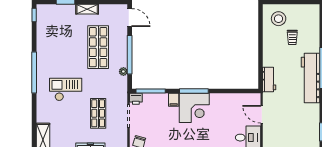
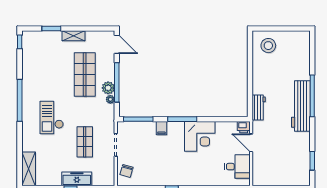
trolley: (292, 37) -> (282, 65), removed
plant: (121, 60) -> (108, 88), added
checkout: (66, 89) -> (52, 118), turned -90
printer: (136, 99) -> (244, 127), moved
corner desk: (194, 108) -> (200, 136), moved

